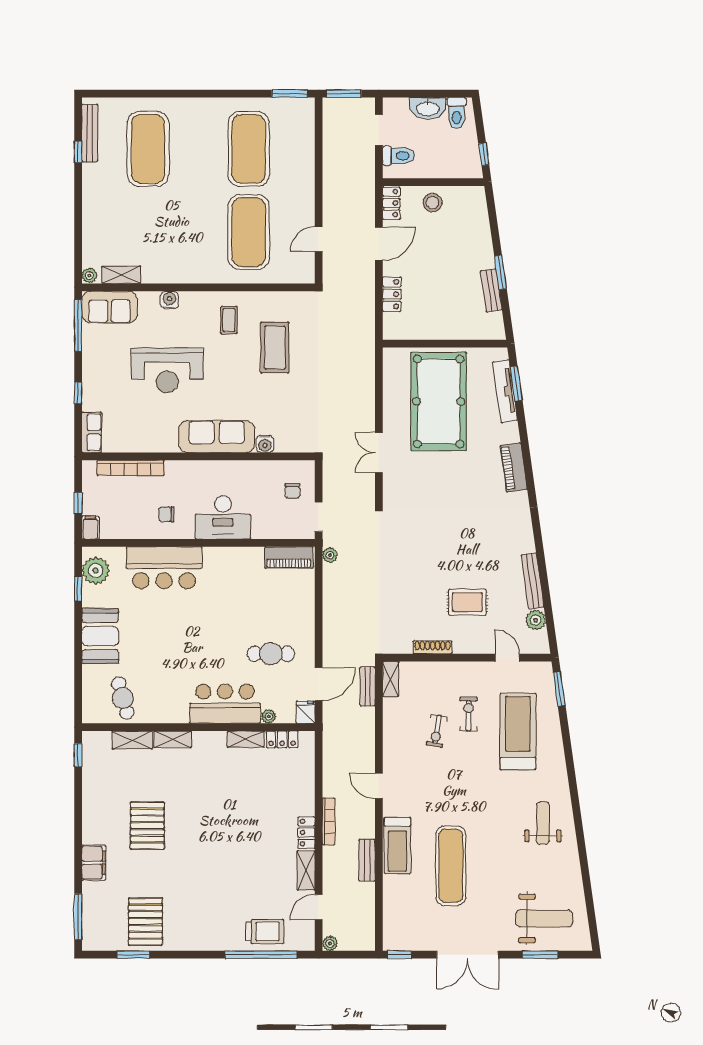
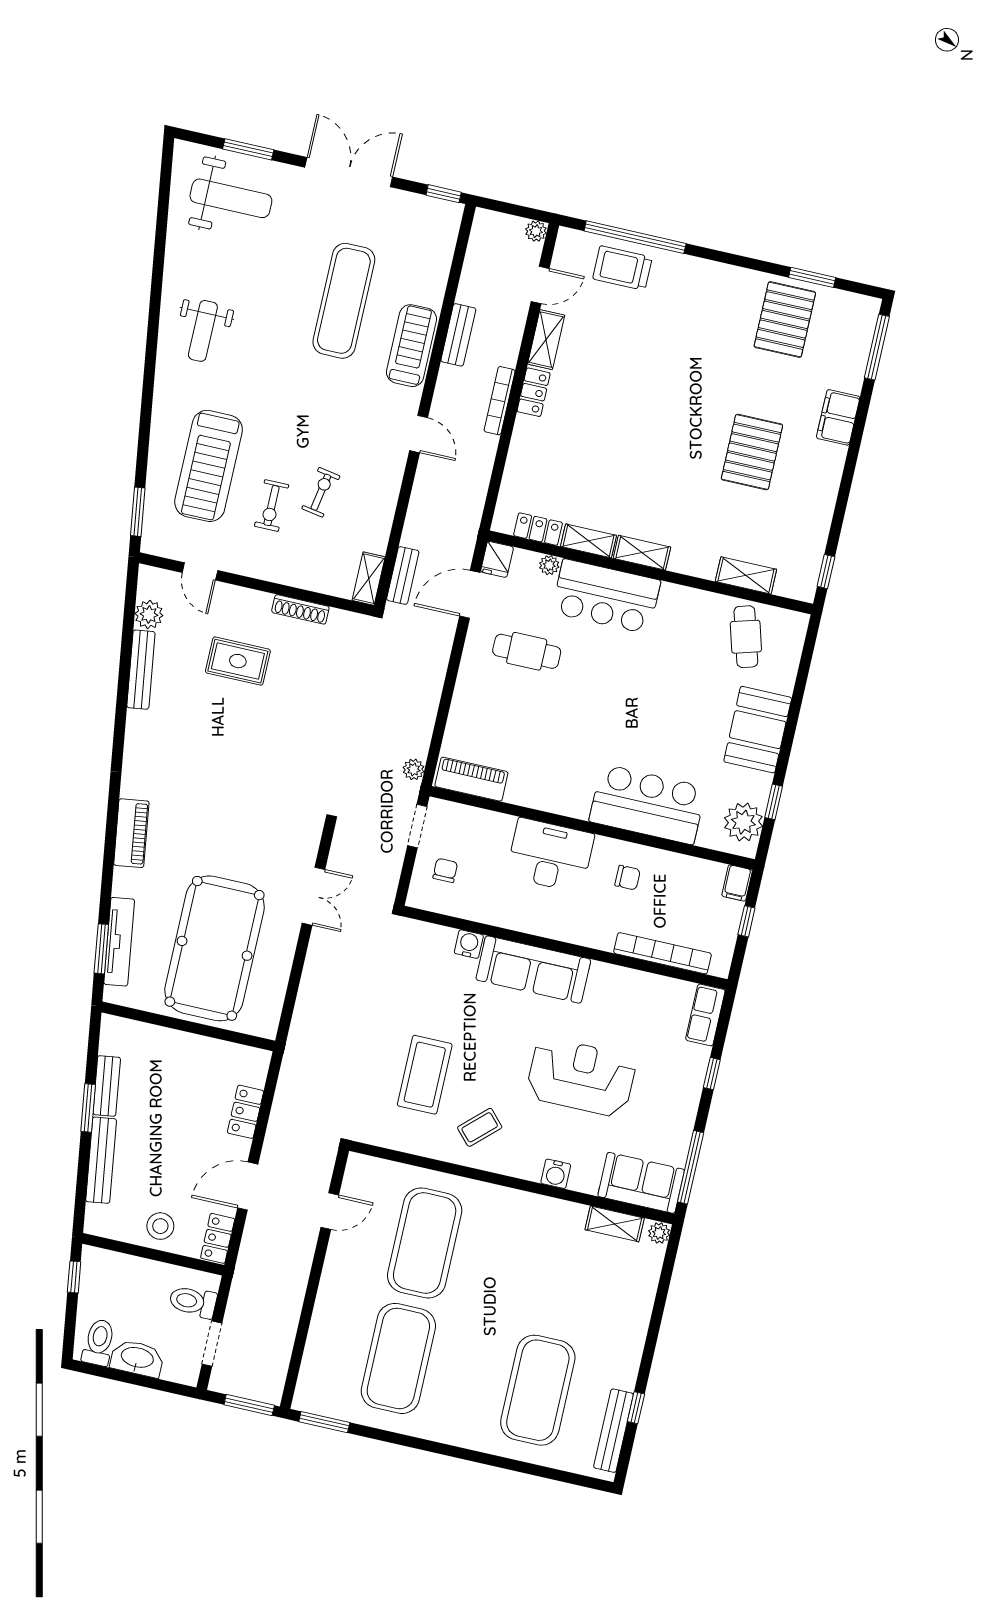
bench: (483, 238) -> (101, 1160), added
coffee table: (229, 320) -> (480, 1127), turned 47
shelving: (173, 739) -> (642, 553), moved
weight bench: (544, 918) -> (231, 198), turned 180

